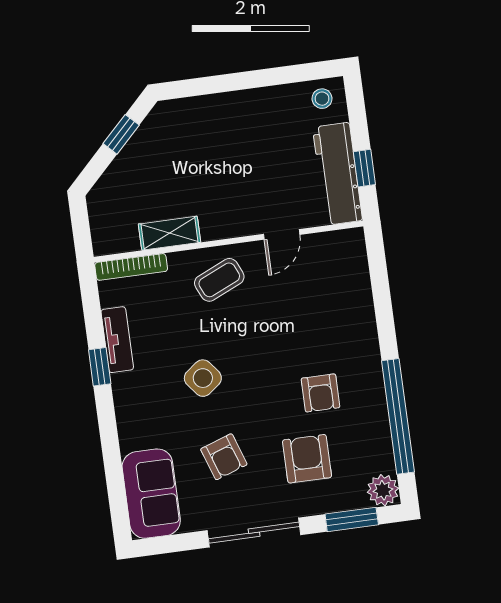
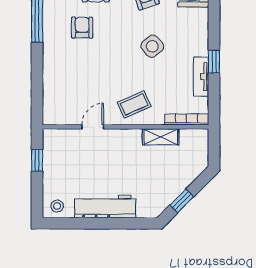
workbench: (337, 174) -> (105, 207), moved, turned -90

